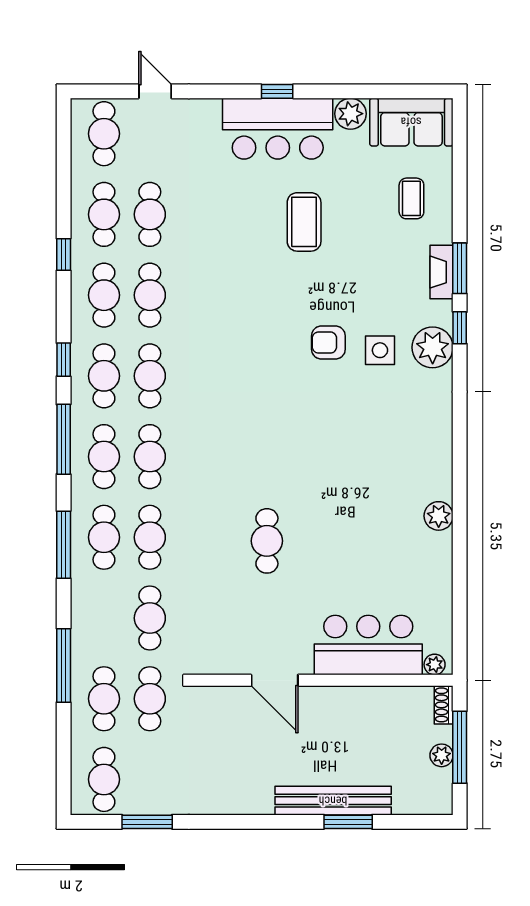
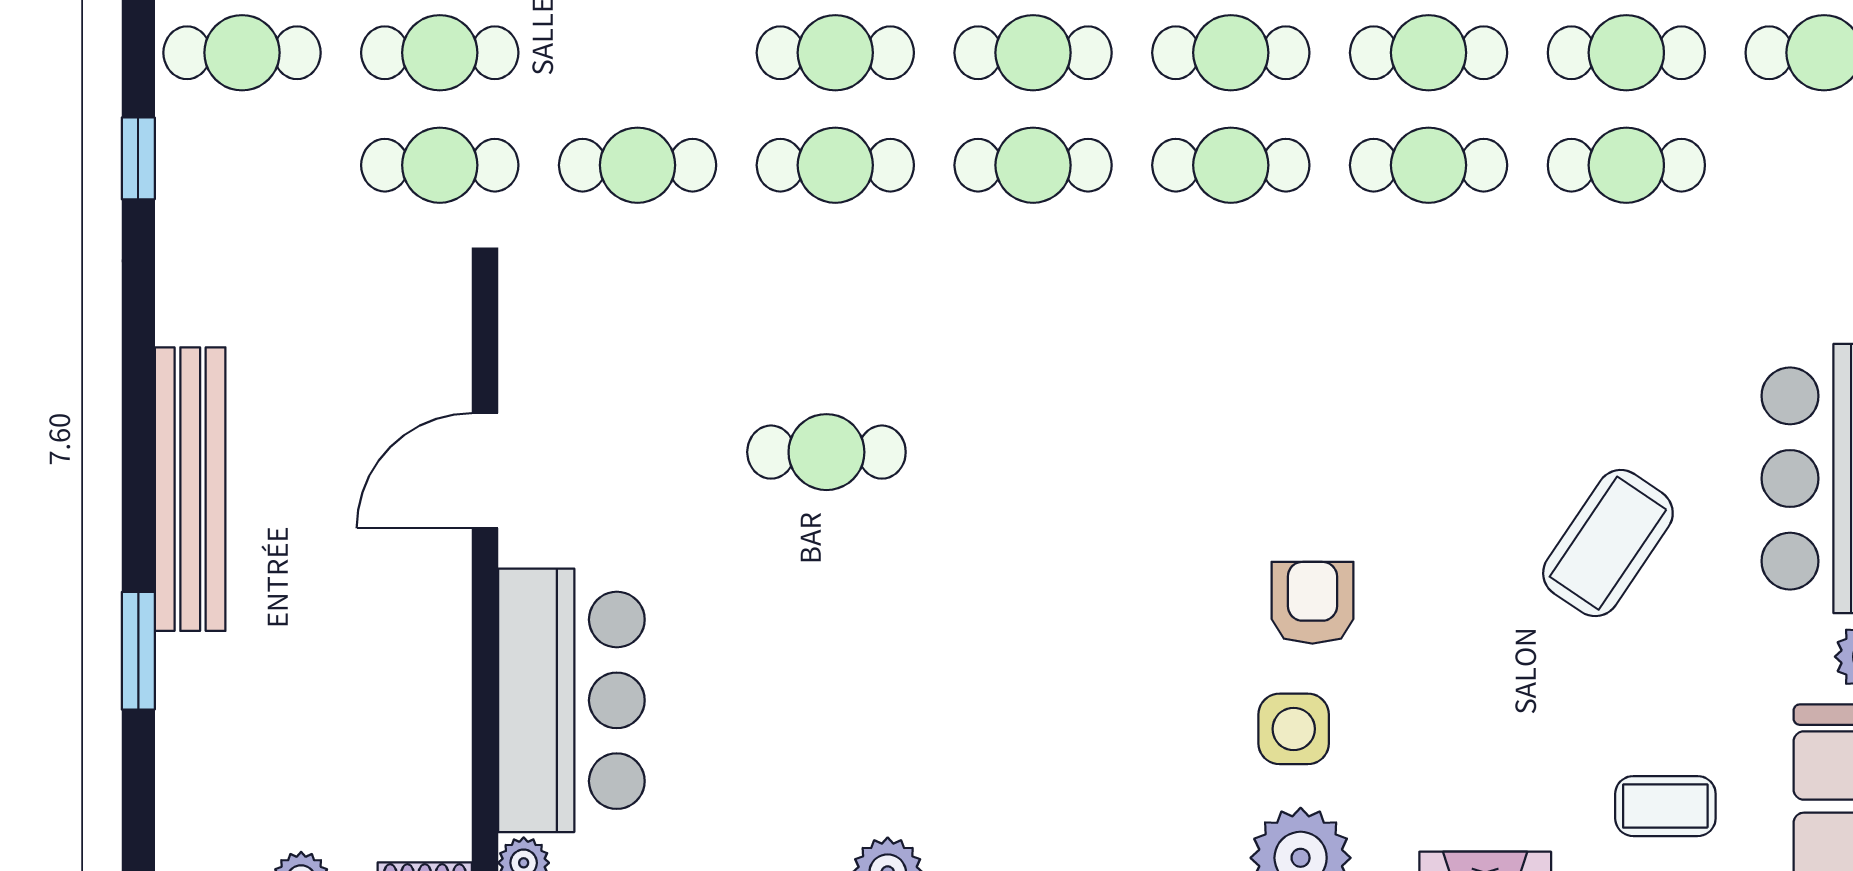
coffee table: (304, 222) -> (1608, 543), turned -56
bench: (333, 801) -> (190, 489), moved
window: (147, 822) -> (138, 158), width x0.67

